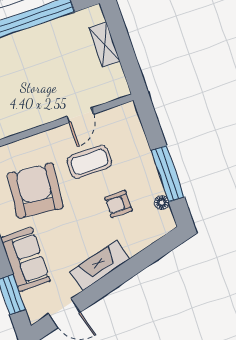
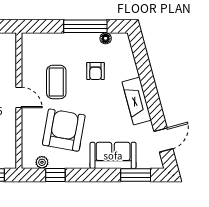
door: (80, 115) -> (19, 98), moved
armchair: (35, 191) -> (64, 130), turned 94

